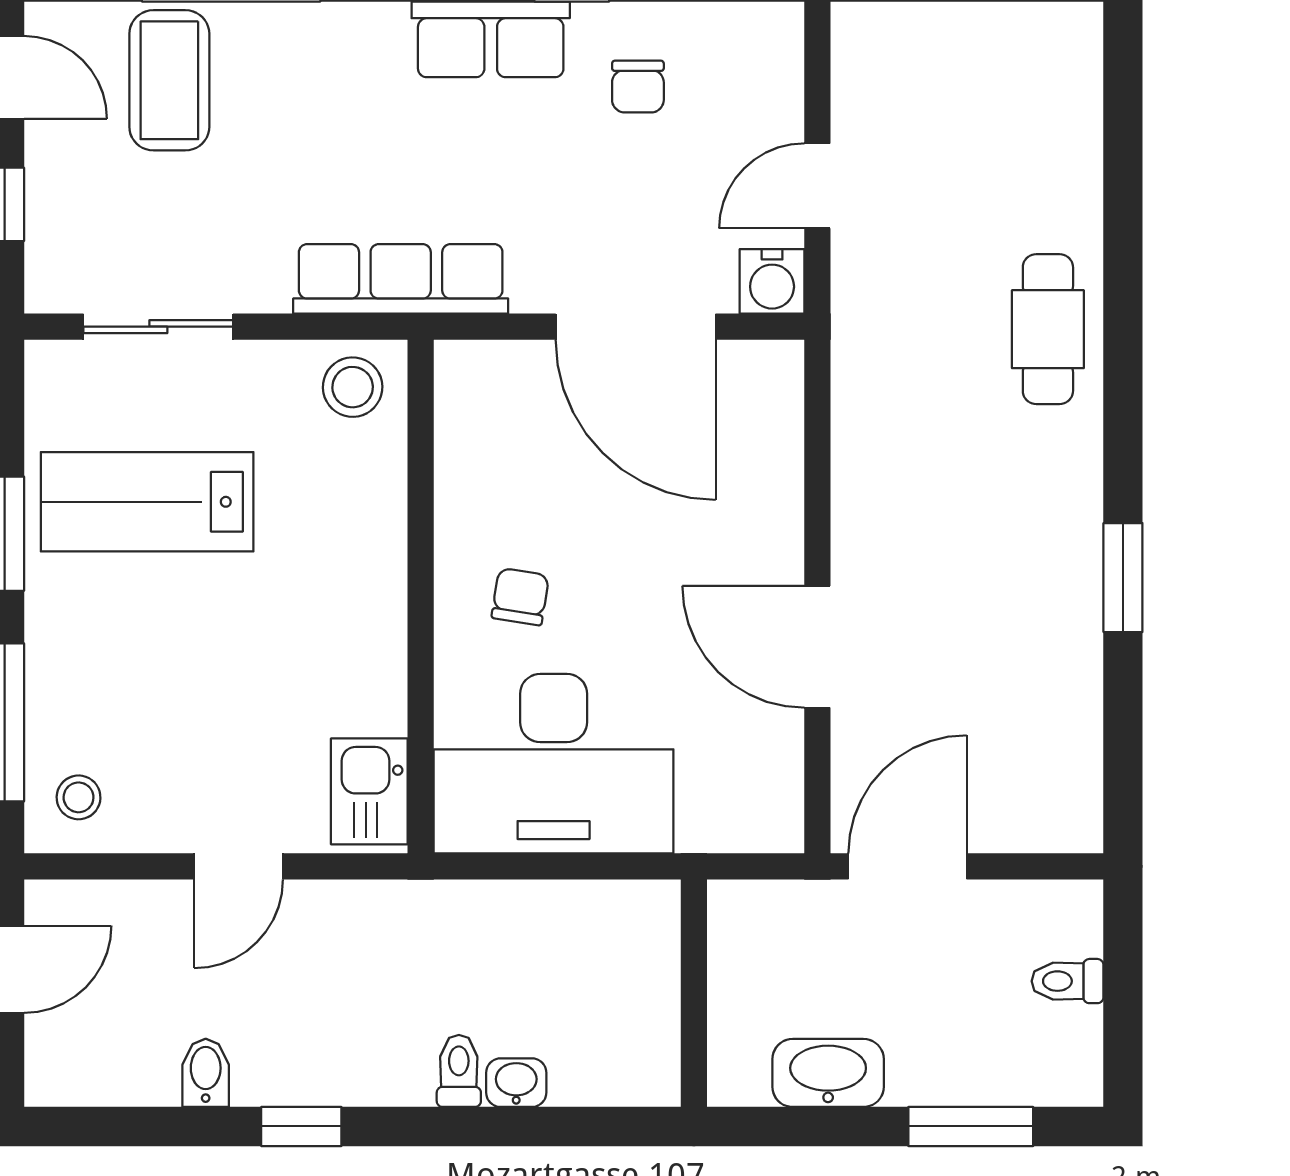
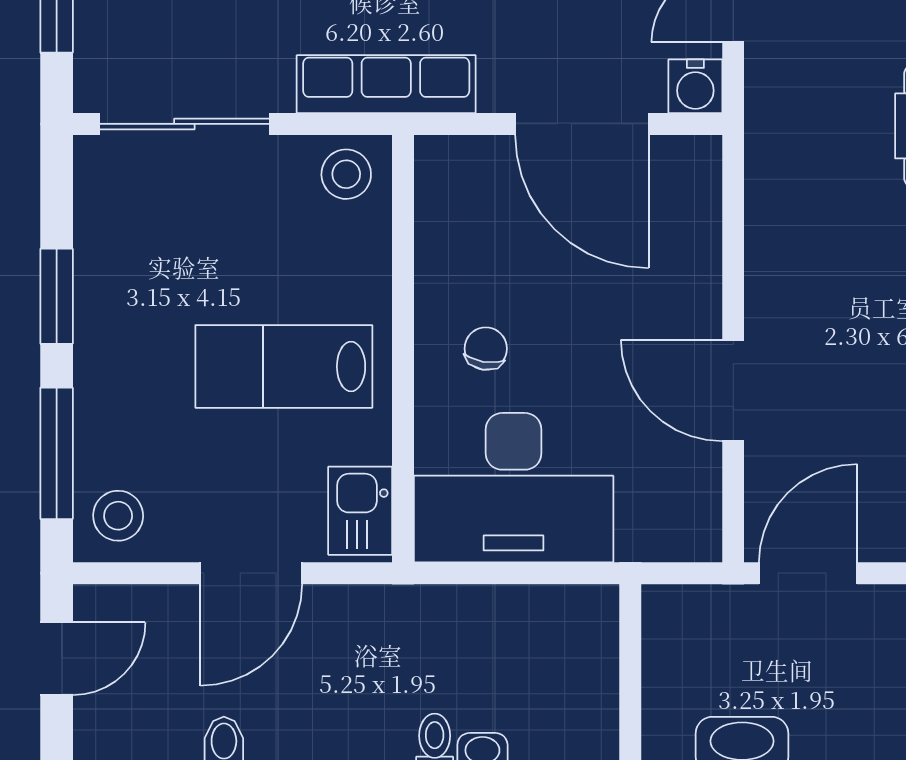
sliding door: (158, 327) -> (184, 124), width x1.37
lab bench: (147, 502) -> (284, 366), moved
stool: (79, 797) -> (118, 516), width x1.37, depth x1.37
door: (239, 866) -> (251, 573), width x1.37

